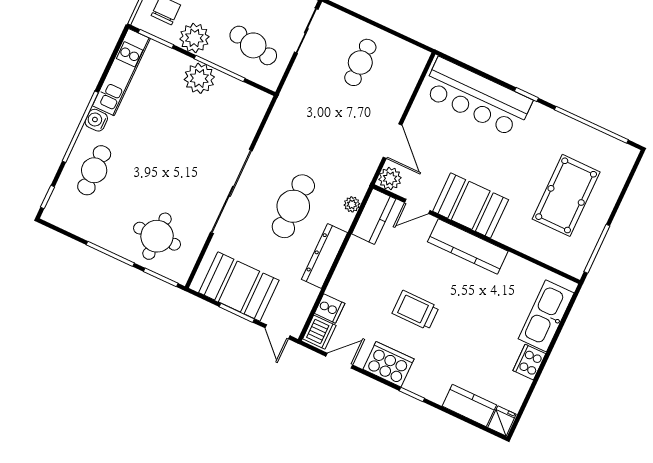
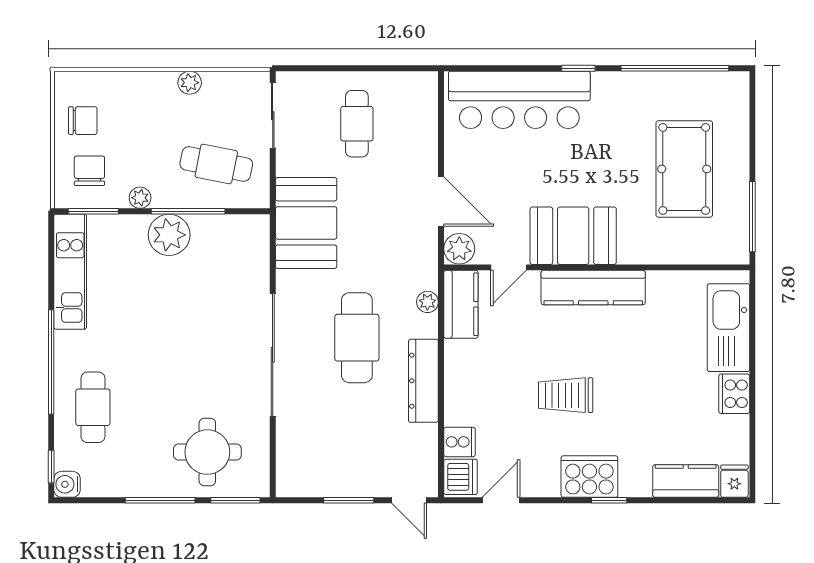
plant: (194, 38) -> (140, 198), width x0.53, depth x0.53
water cooler: (96, 120) -> (67, 484), moved
booth: (239, 286) -> (306, 223), moved, turned 90
cooker: (388, 364) -> (589, 477), moved

